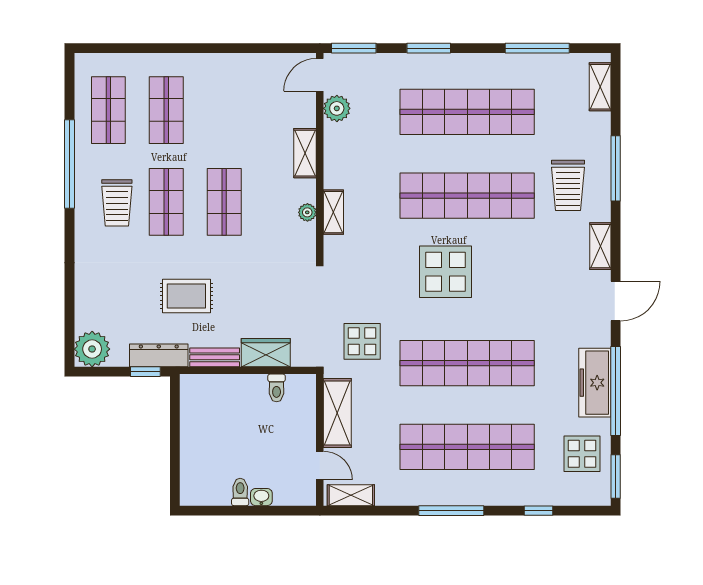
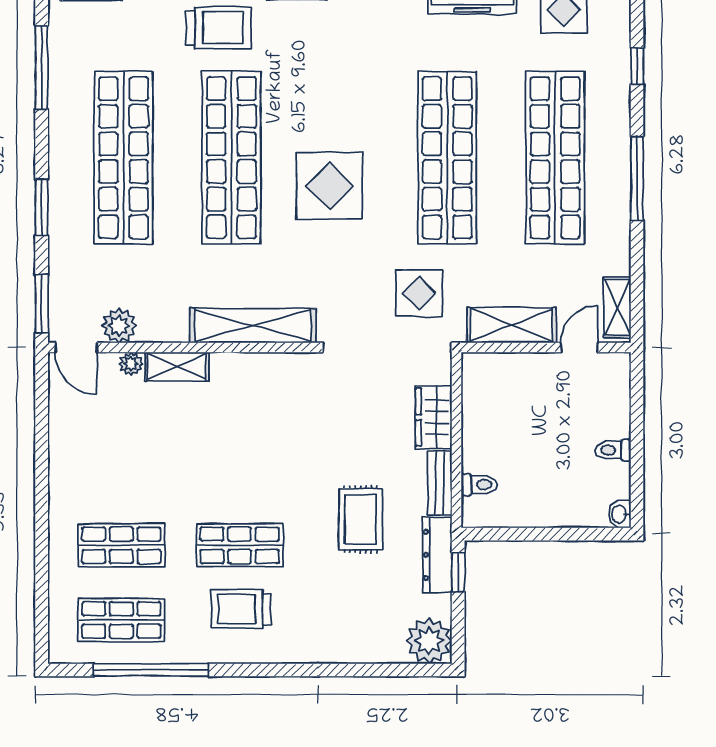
window: (69, 164) -> (151, 670), moved
shop shelf: (224, 202) -> (240, 471), removed
trolley: (117, 203) -> (241, 609), turned 180
plant: (307, 212) -> (131, 364), moved
shelving: (333, 212) -> (253, 326), width x2.20, depth x1.33
toilet: (277, 388) -> (479, 485), moved
washbasin: (261, 497) -> (620, 514), moved

